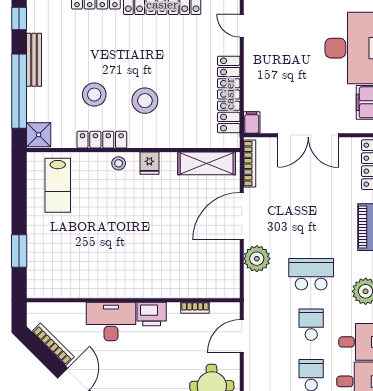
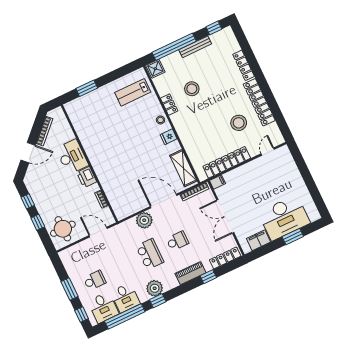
stool: (145, 101) -> (239, 123), moved
locker: (102, 140) -> (169, 105), width x0.66
school desk: (311, 325) -> (177, 241), moved

